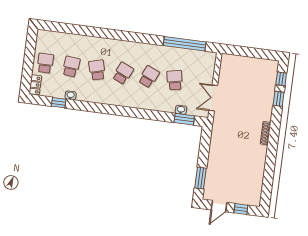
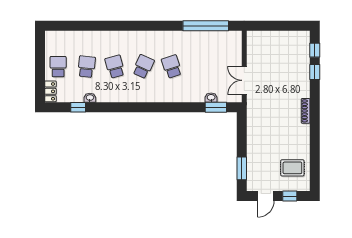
school desk: (149, 77) -> (172, 67), turned -42
school desk: (175, 80) -> (200, 67), removed
rug: (247, 184) -> (292, 168), added

